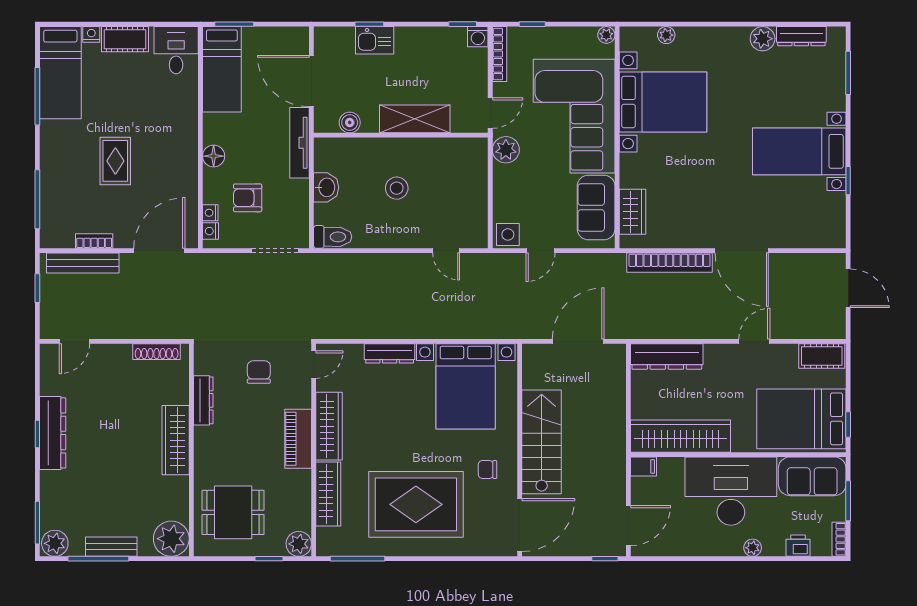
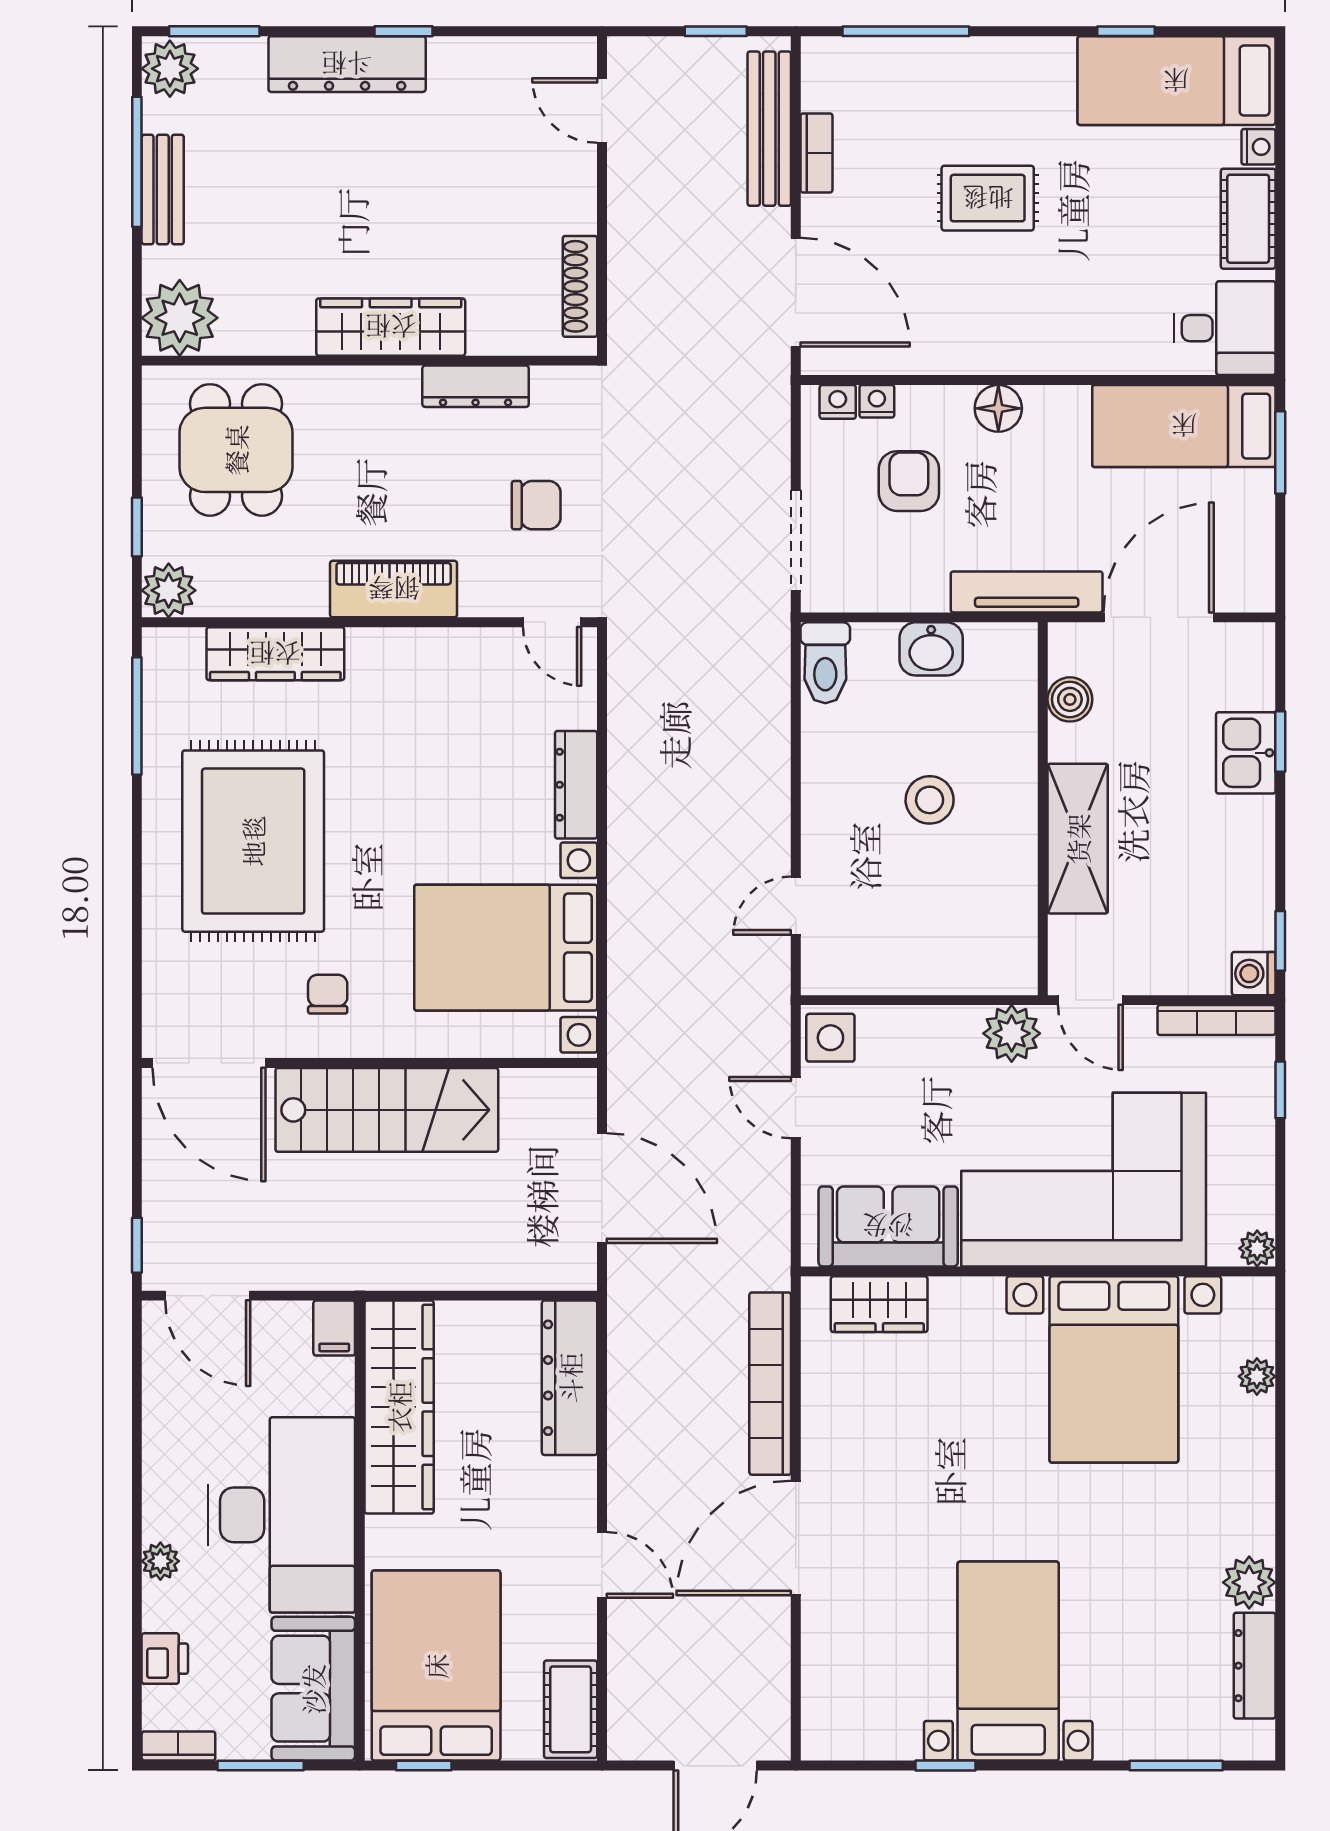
window: (37, 96) -> (1126, 31), width x0.46
wardrobe: (329, 426) -> (421, 655), removed
dresser: (53, 433) -> (347, 64), moved

